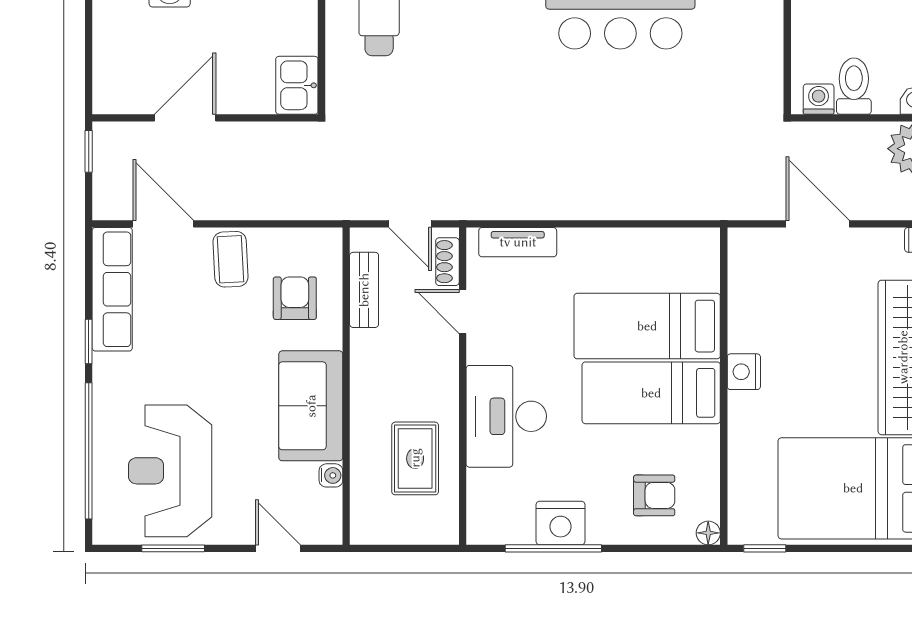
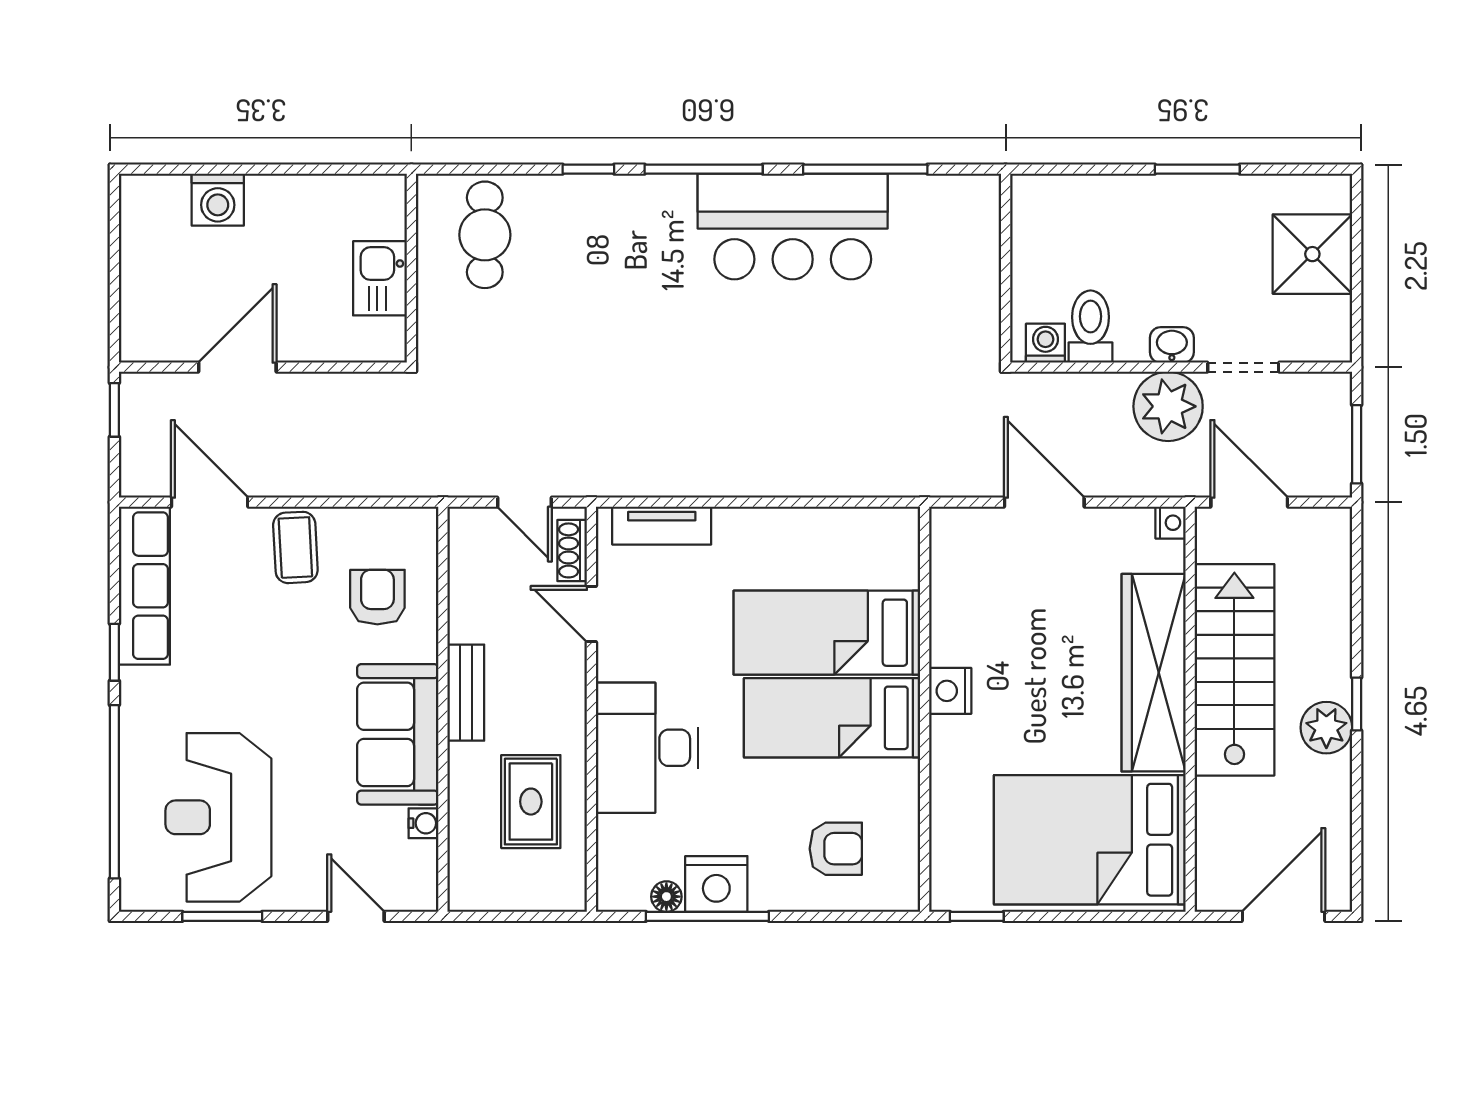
kitchen sink: (297, 85) -> (380, 278), moved
bench: (364, 290) -> (466, 693), moved
floor lamp: (708, 533) -> (666, 897), moved

